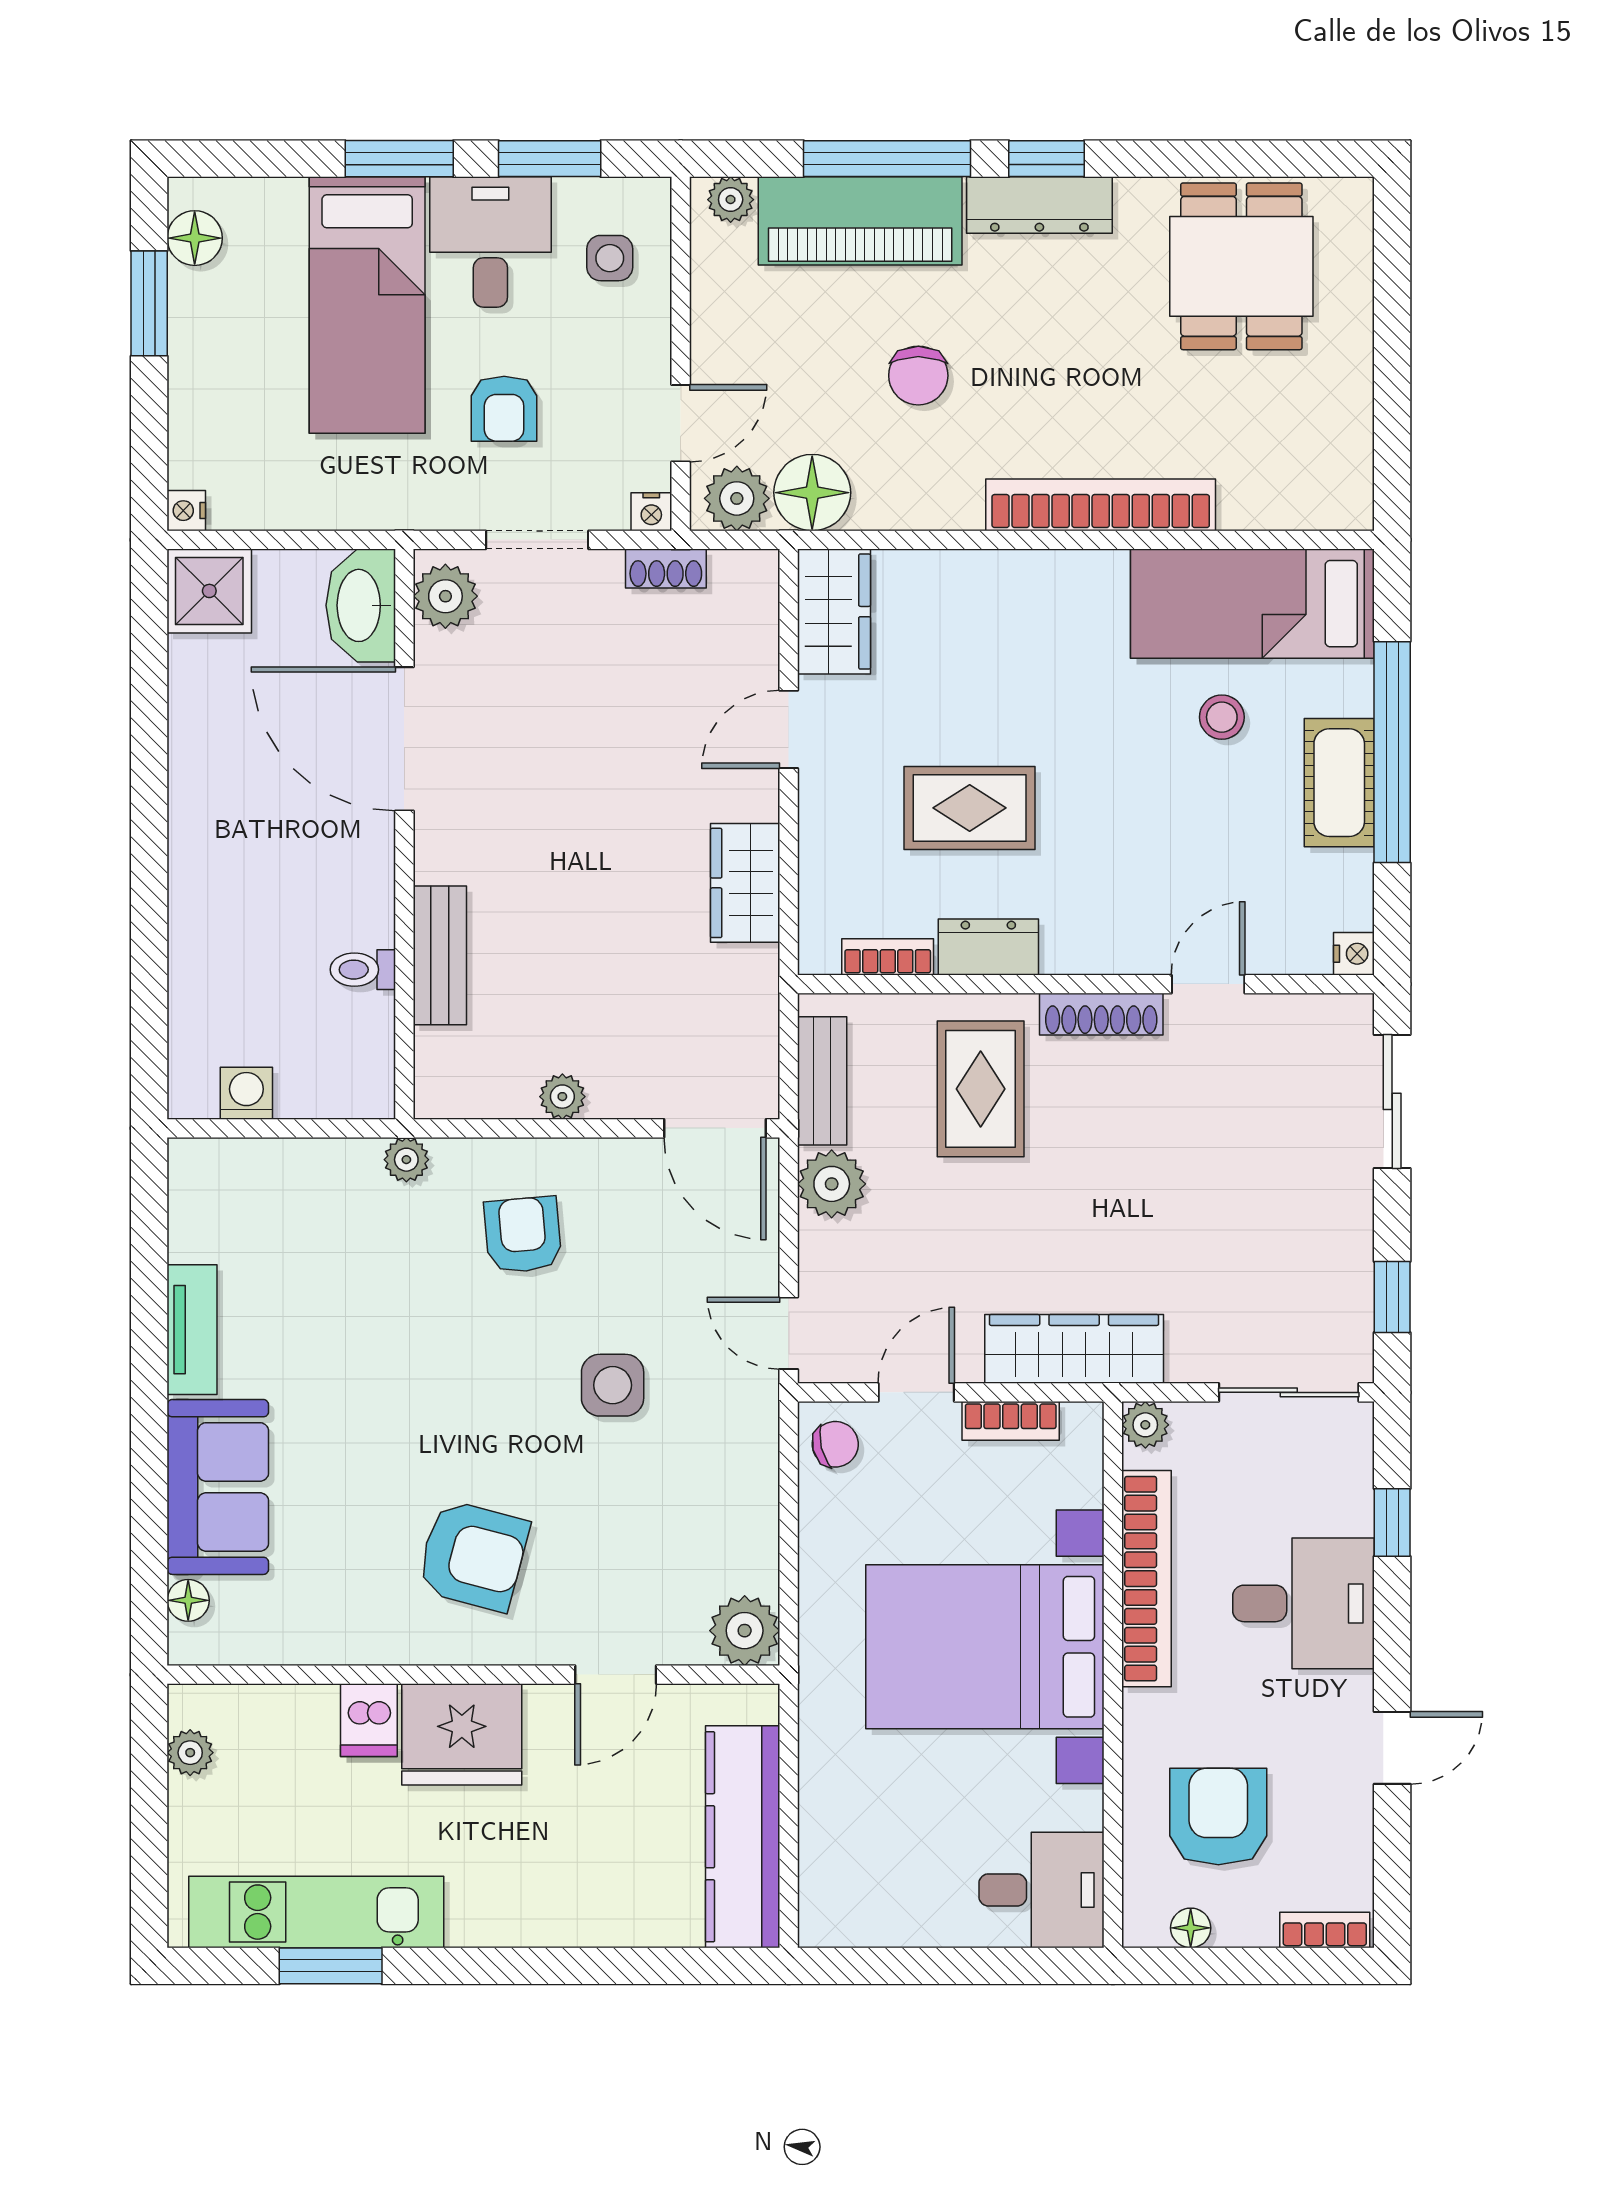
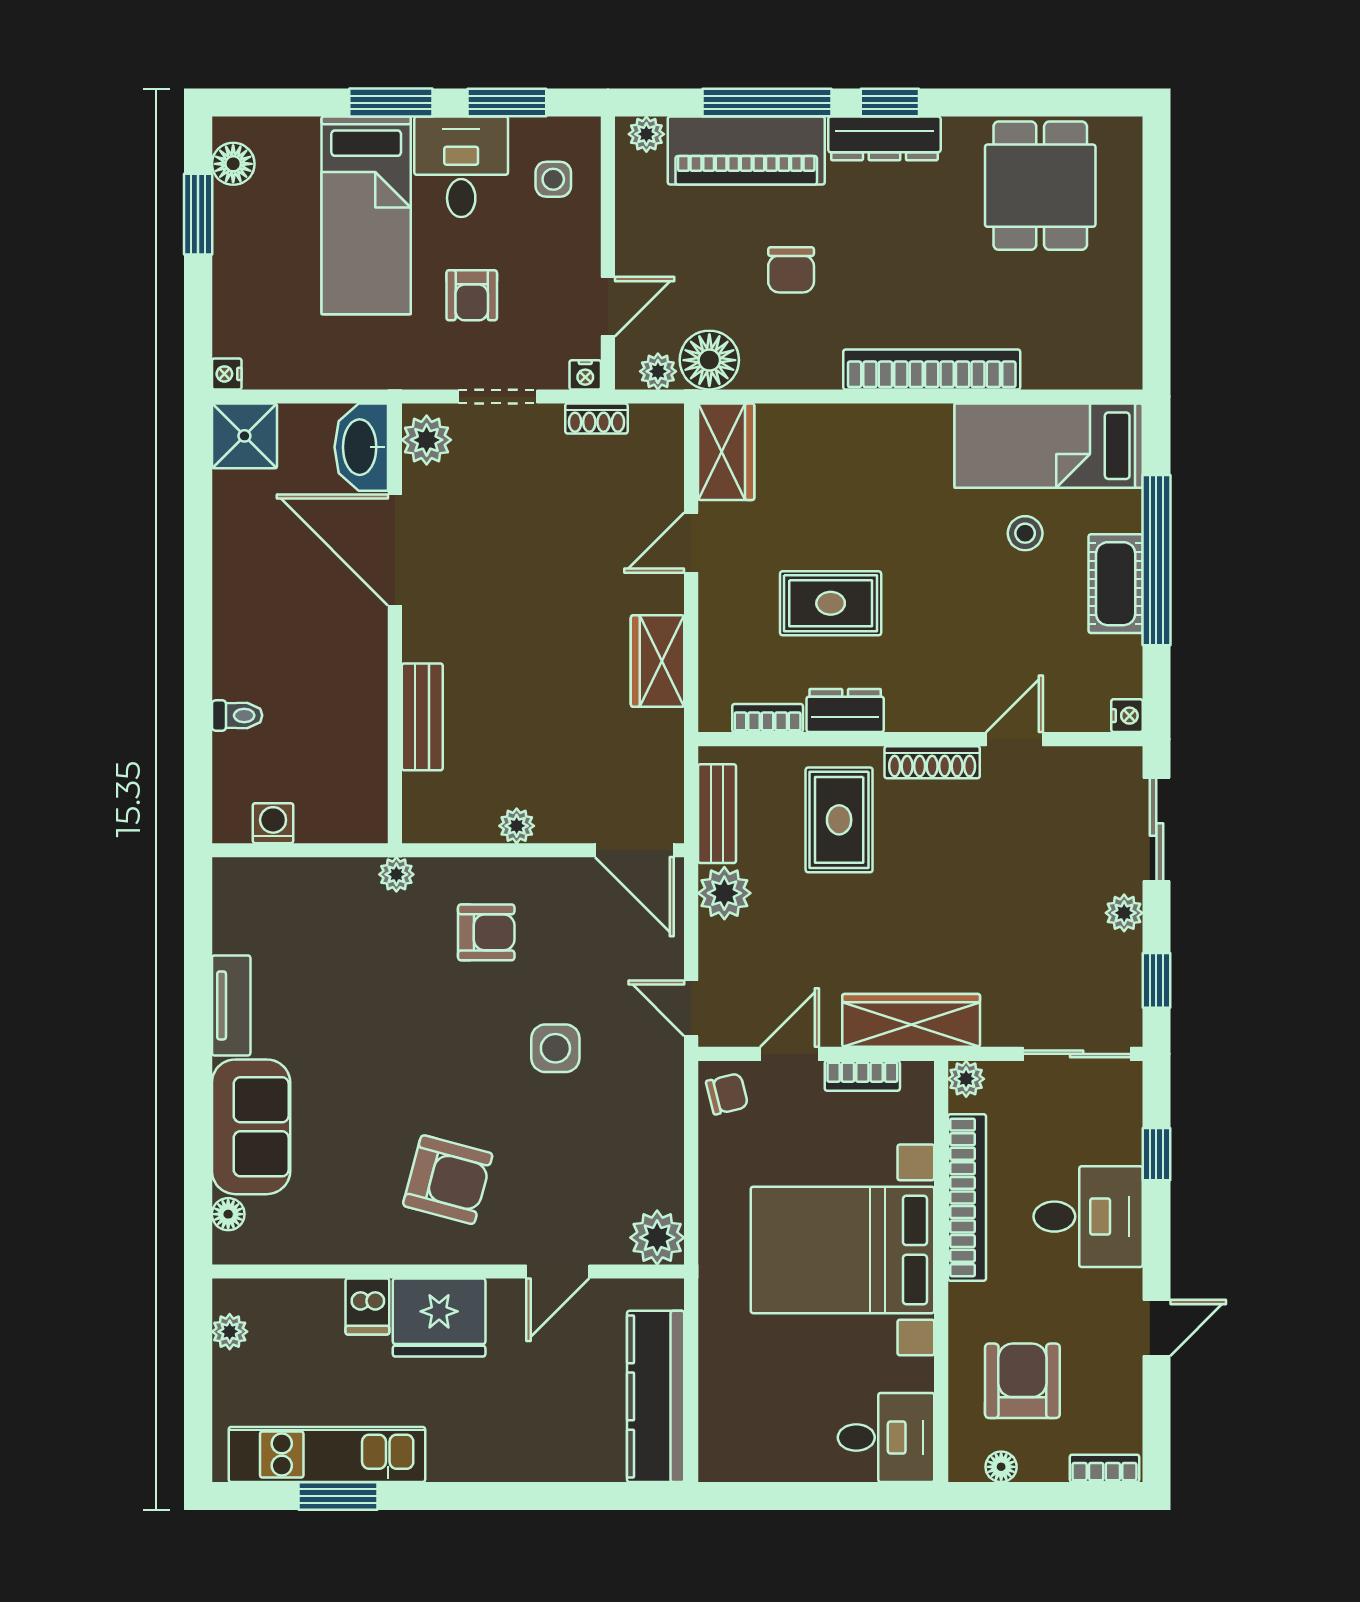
plant: (737, 498) -> (658, 371), width x0.73, depth x0.73
toilet: (363, 970) -> (237, 715), moved, turned 180
plant: (1350, 1210) -> (1124, 913), added
armchair: (523, 1235) -> (486, 932), turned 95

